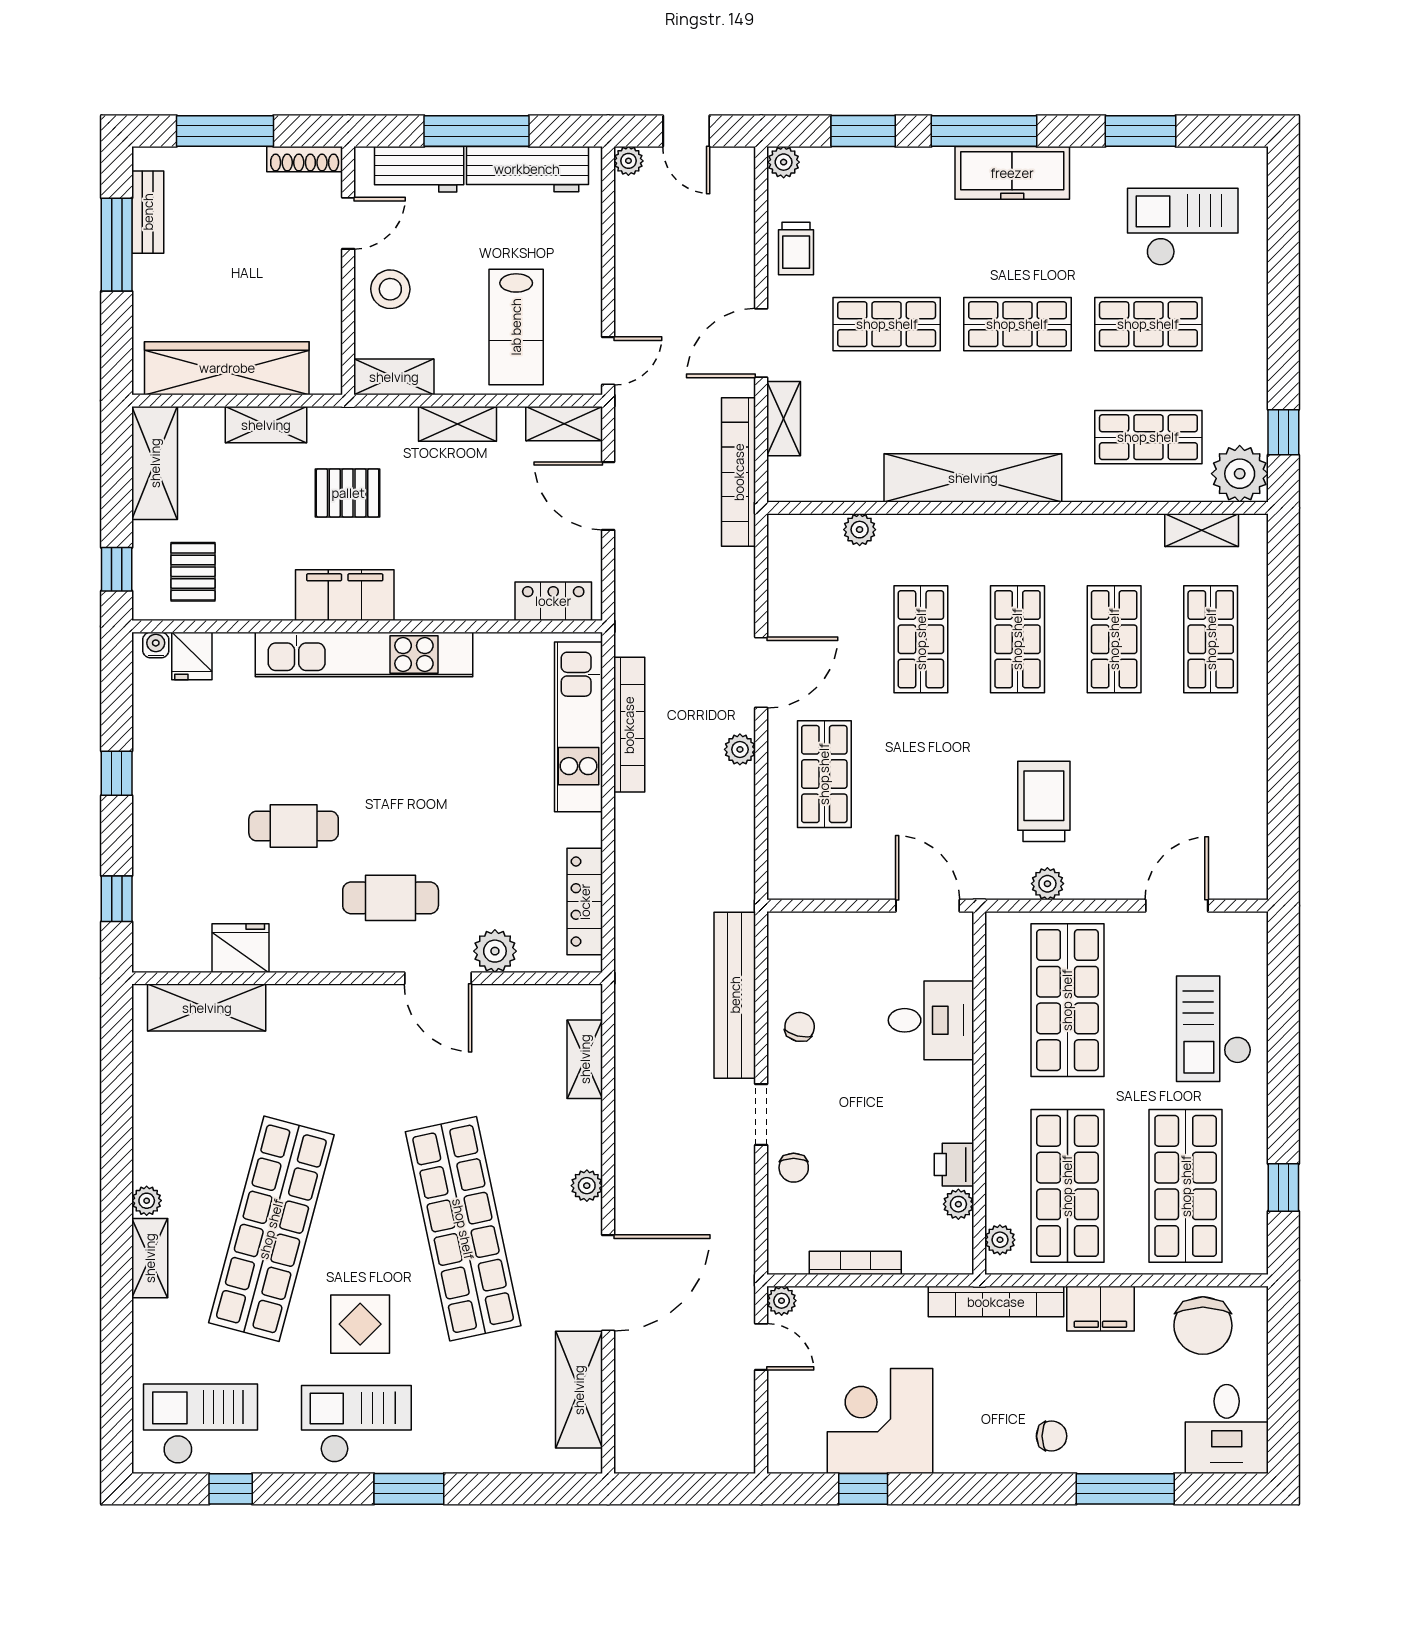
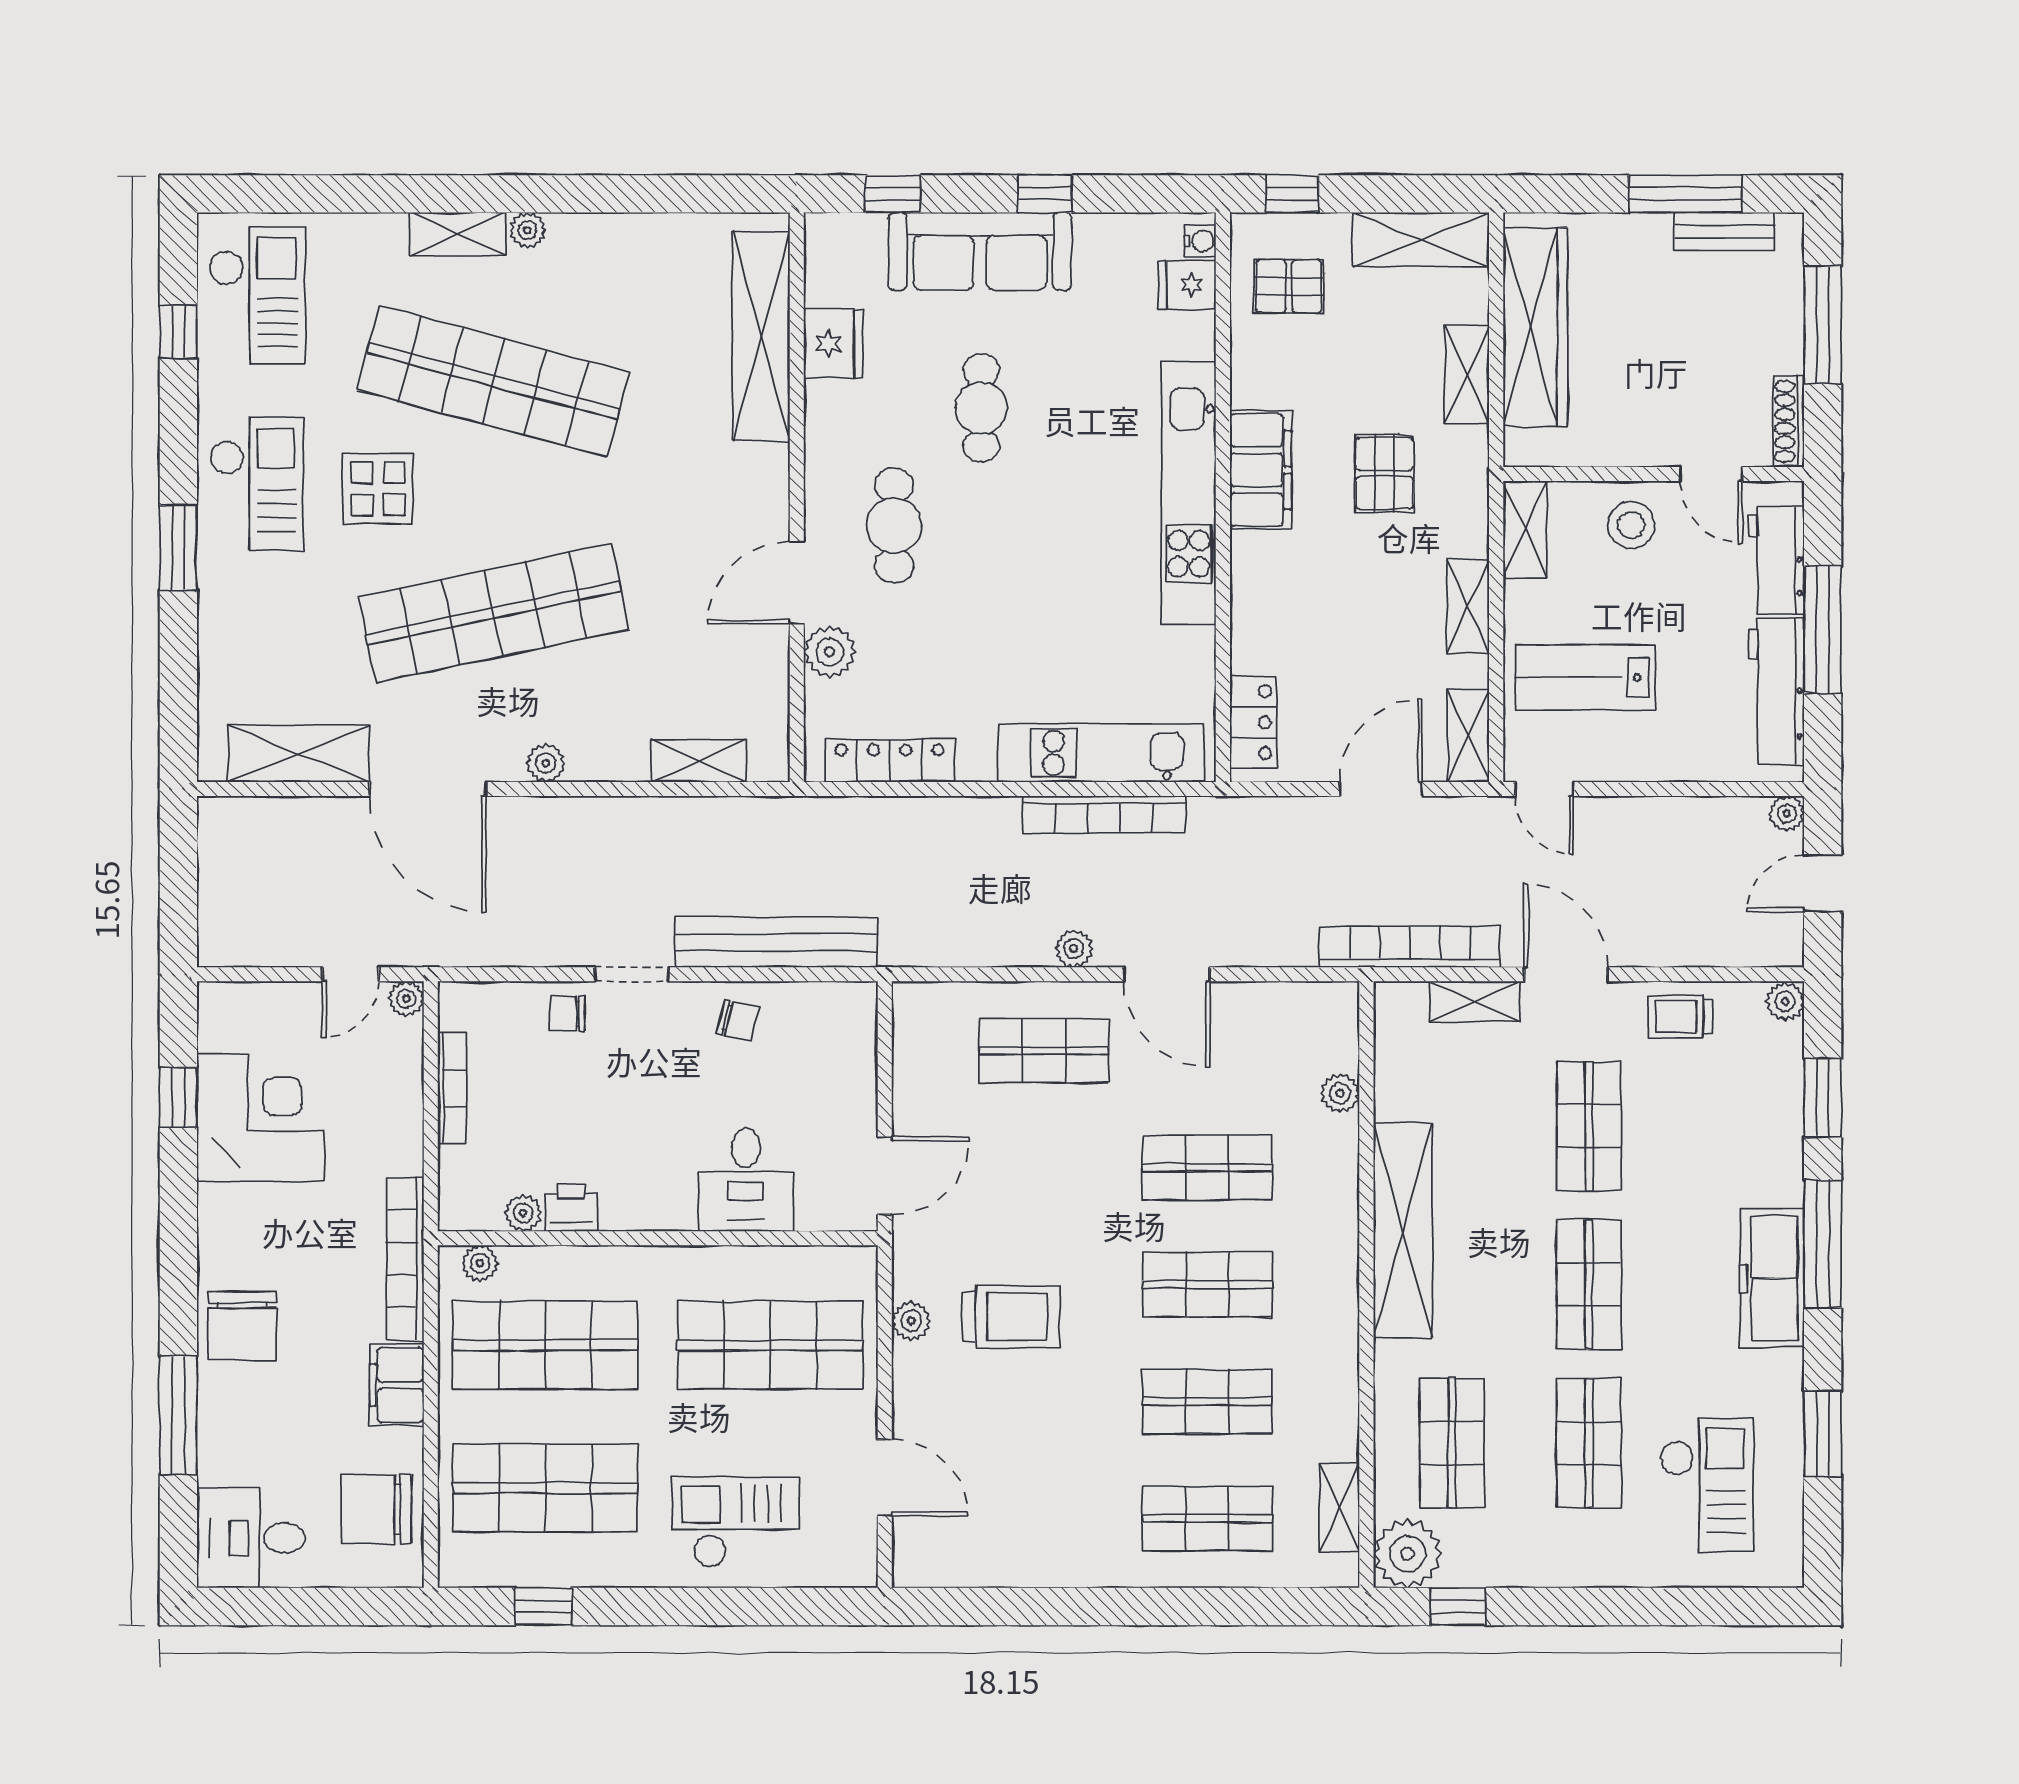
sofa: (164, 827) -> (980, 251), added
shelving: (207, 1008) -> (761, 336), width x1.47
chair: (1052, 1436) -> (242, 1326), width x1.87, depth x1.87

